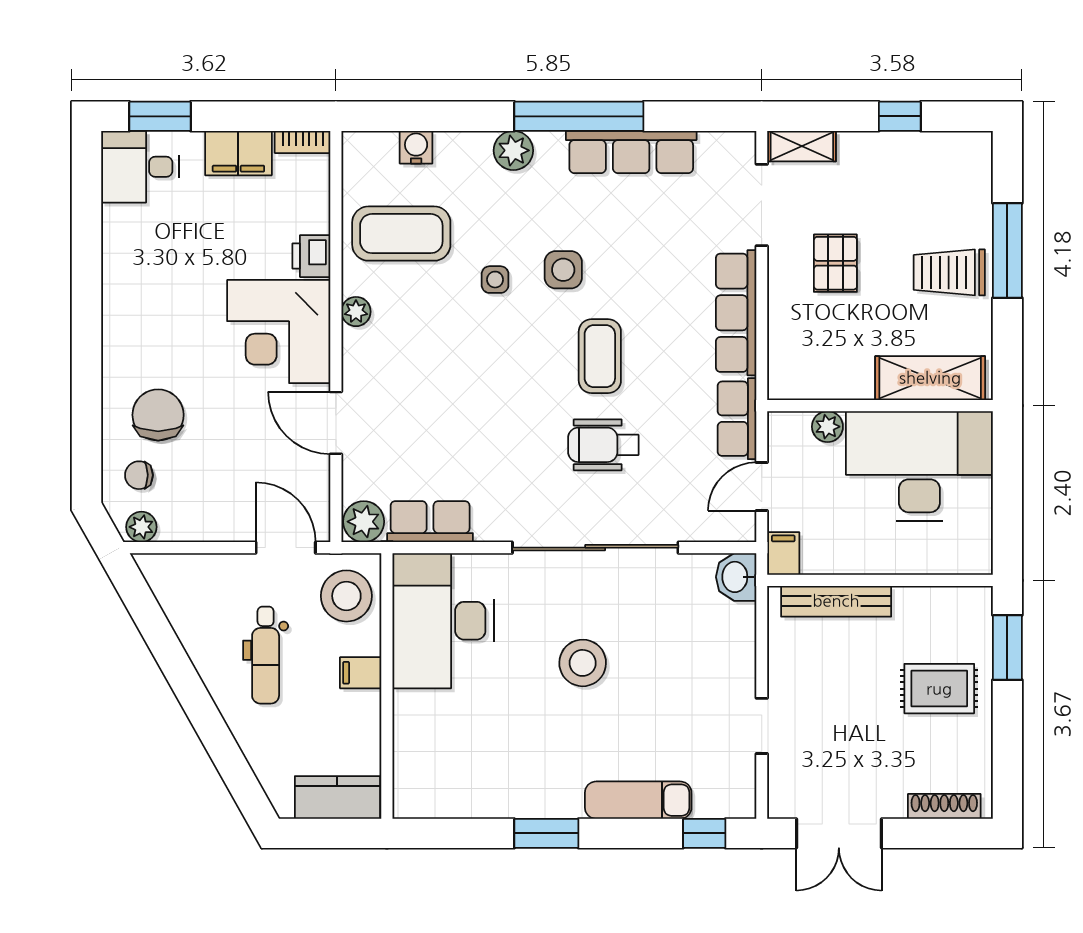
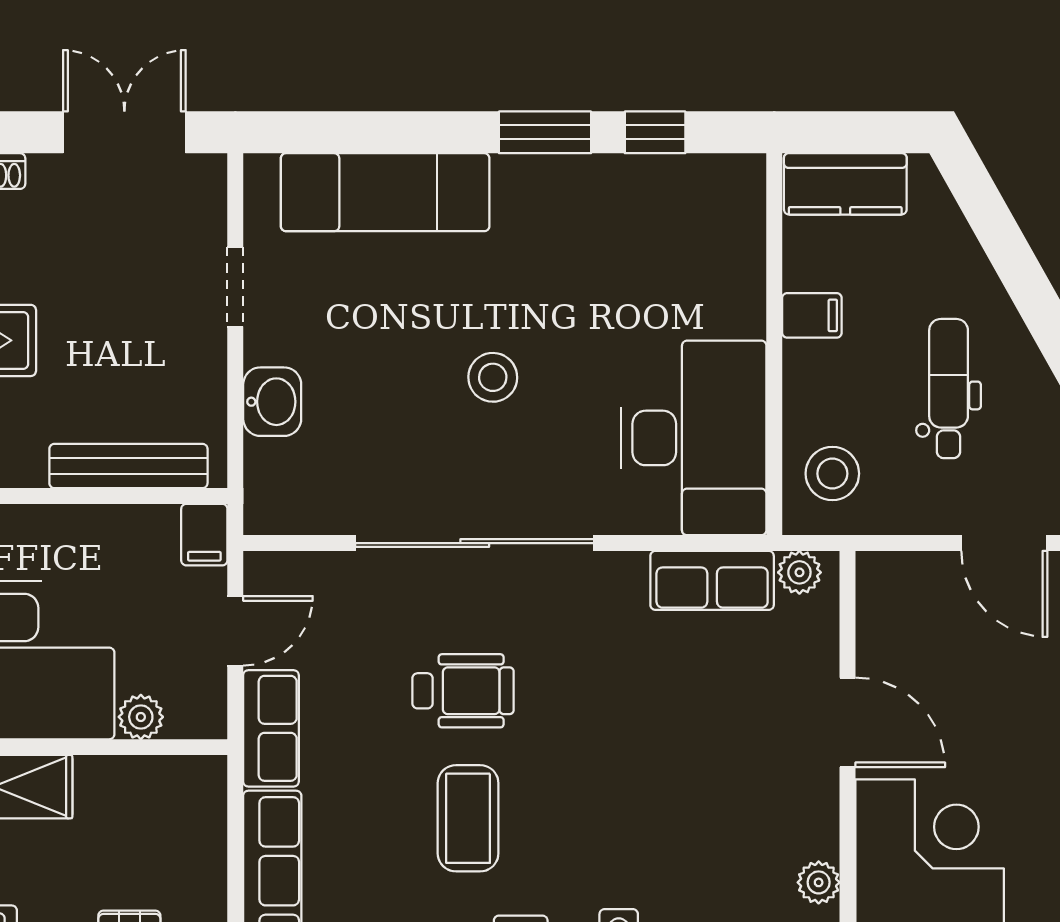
plant: (364, 522) -> (799, 572), width x0.73, depth x0.73
door: (286, 548) -> (1004, 543), moved
washbasin: (736, 577) -> (272, 402), moved
stool: (346, 596) -> (832, 474), width x0.73, depth x0.73
stool: (583, 663) -> (493, 377), width x0.73, depth x0.73
filing cabinet: (361, 673) -> (812, 315), moved
exam couch: (638, 800) -> (385, 192), width x1.36, depth x1.45
window: (704, 833) -> (655, 132), moved

